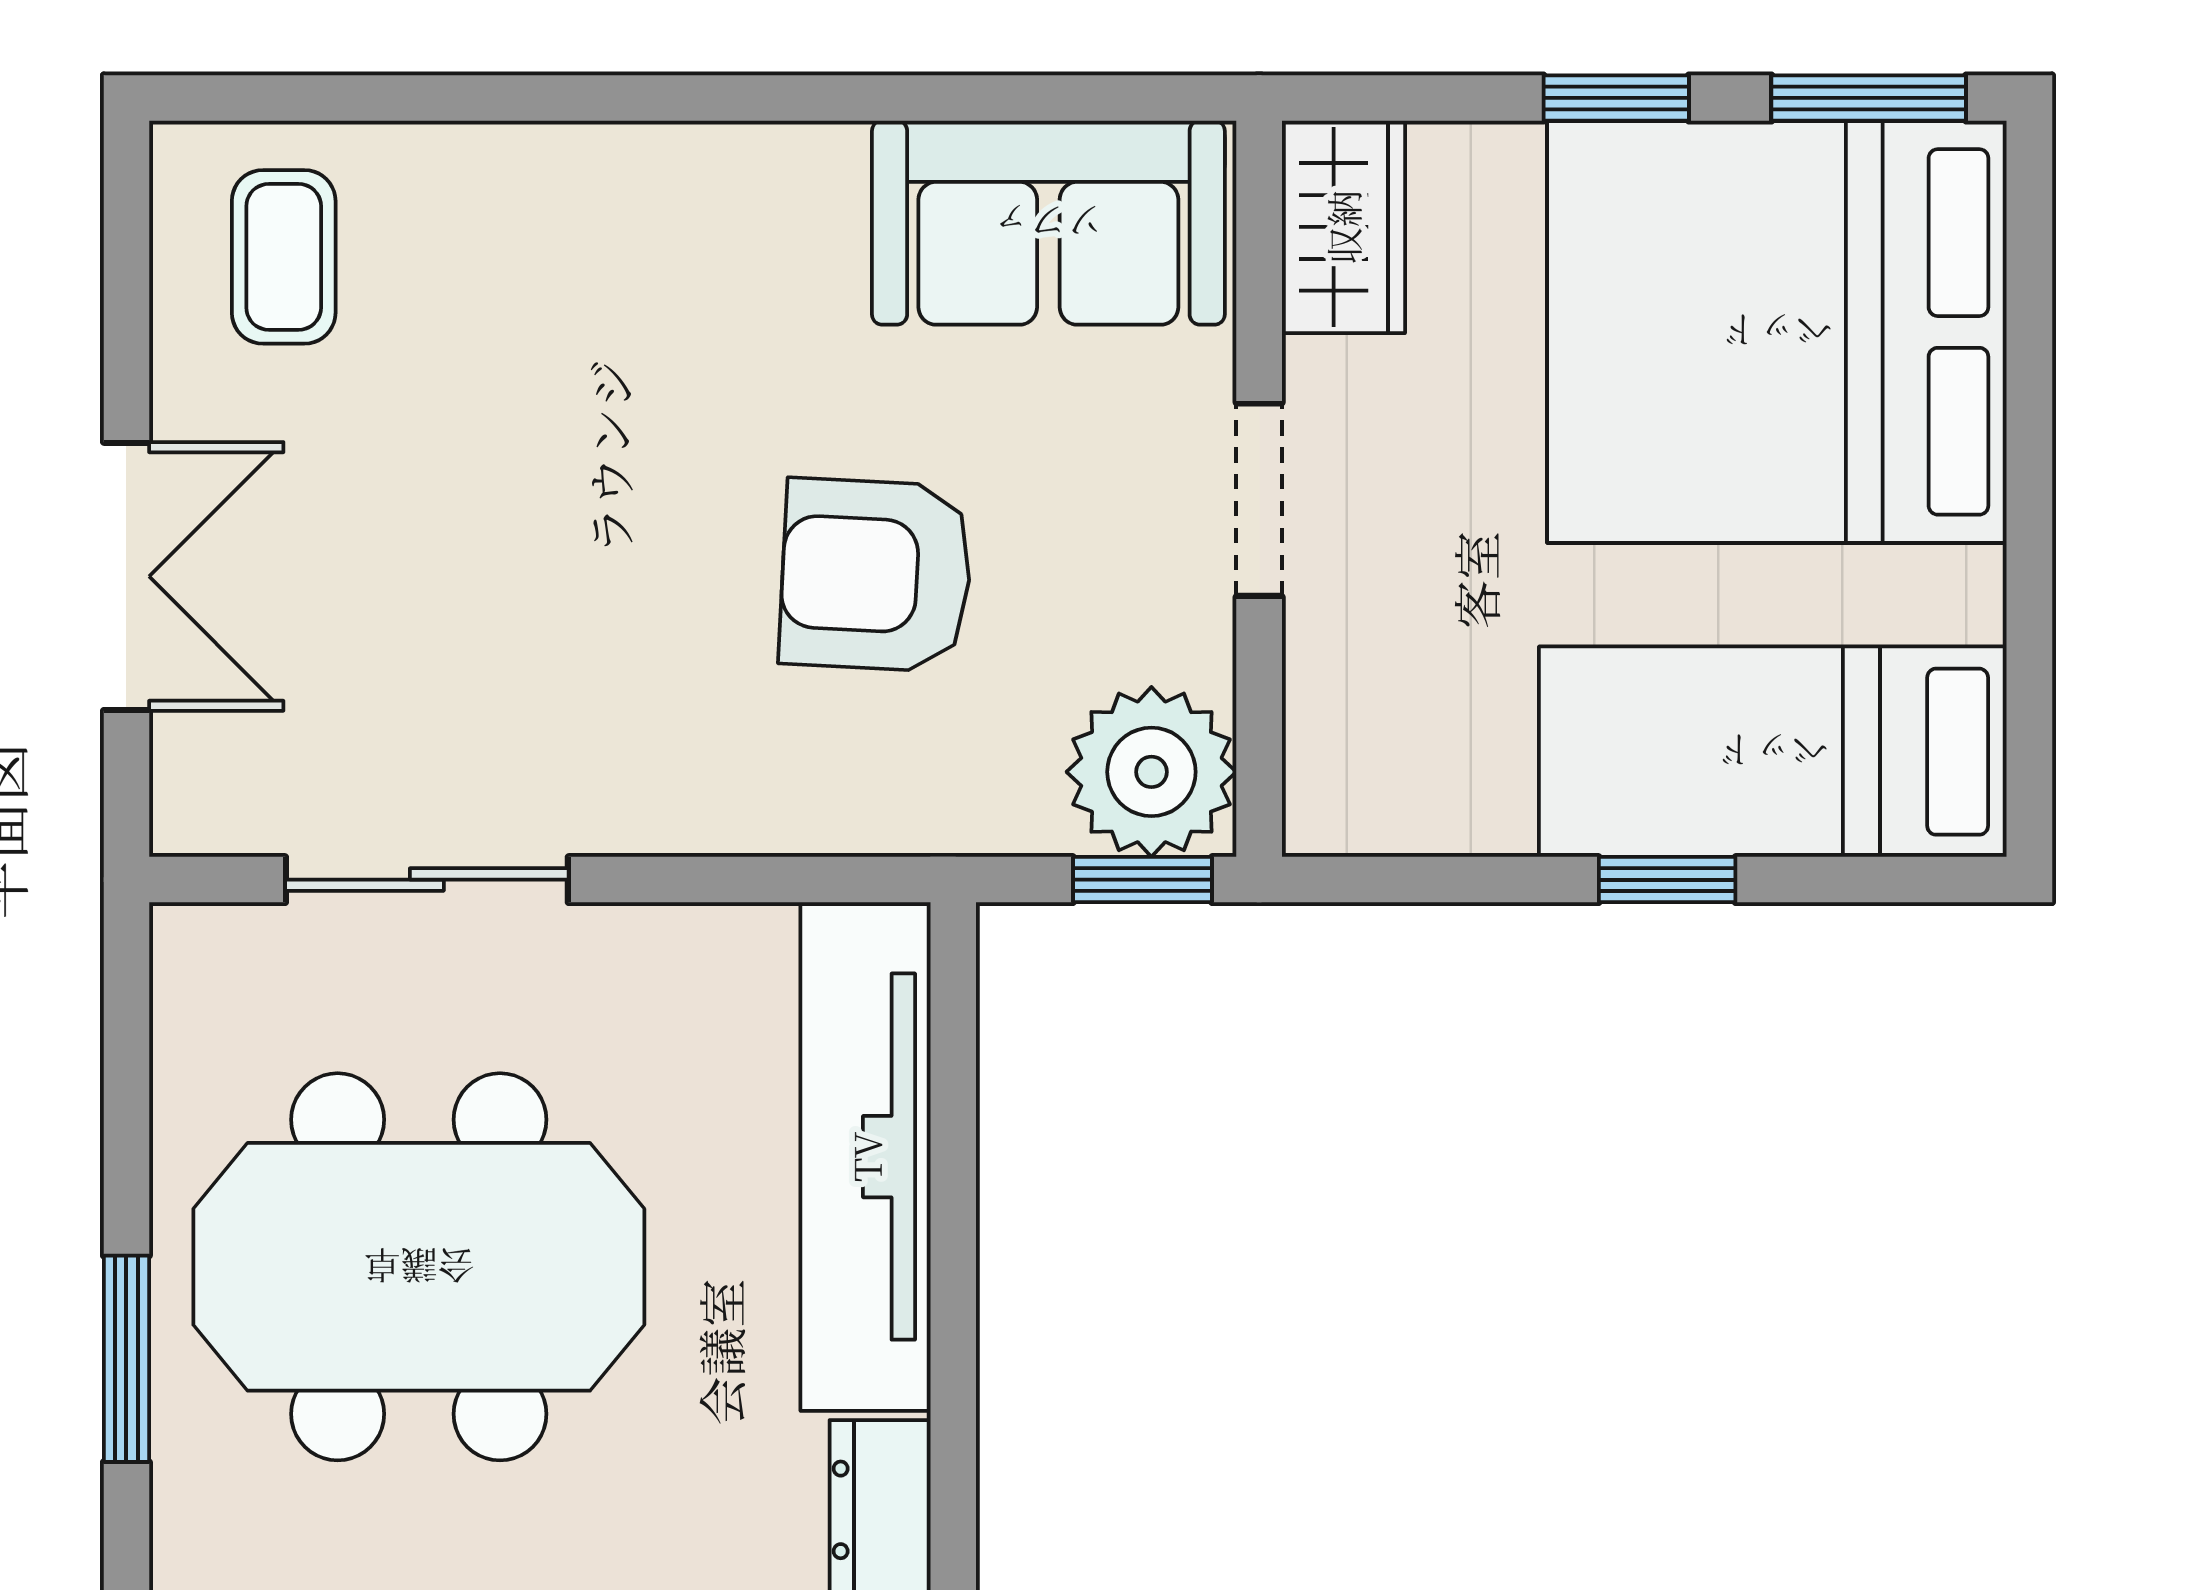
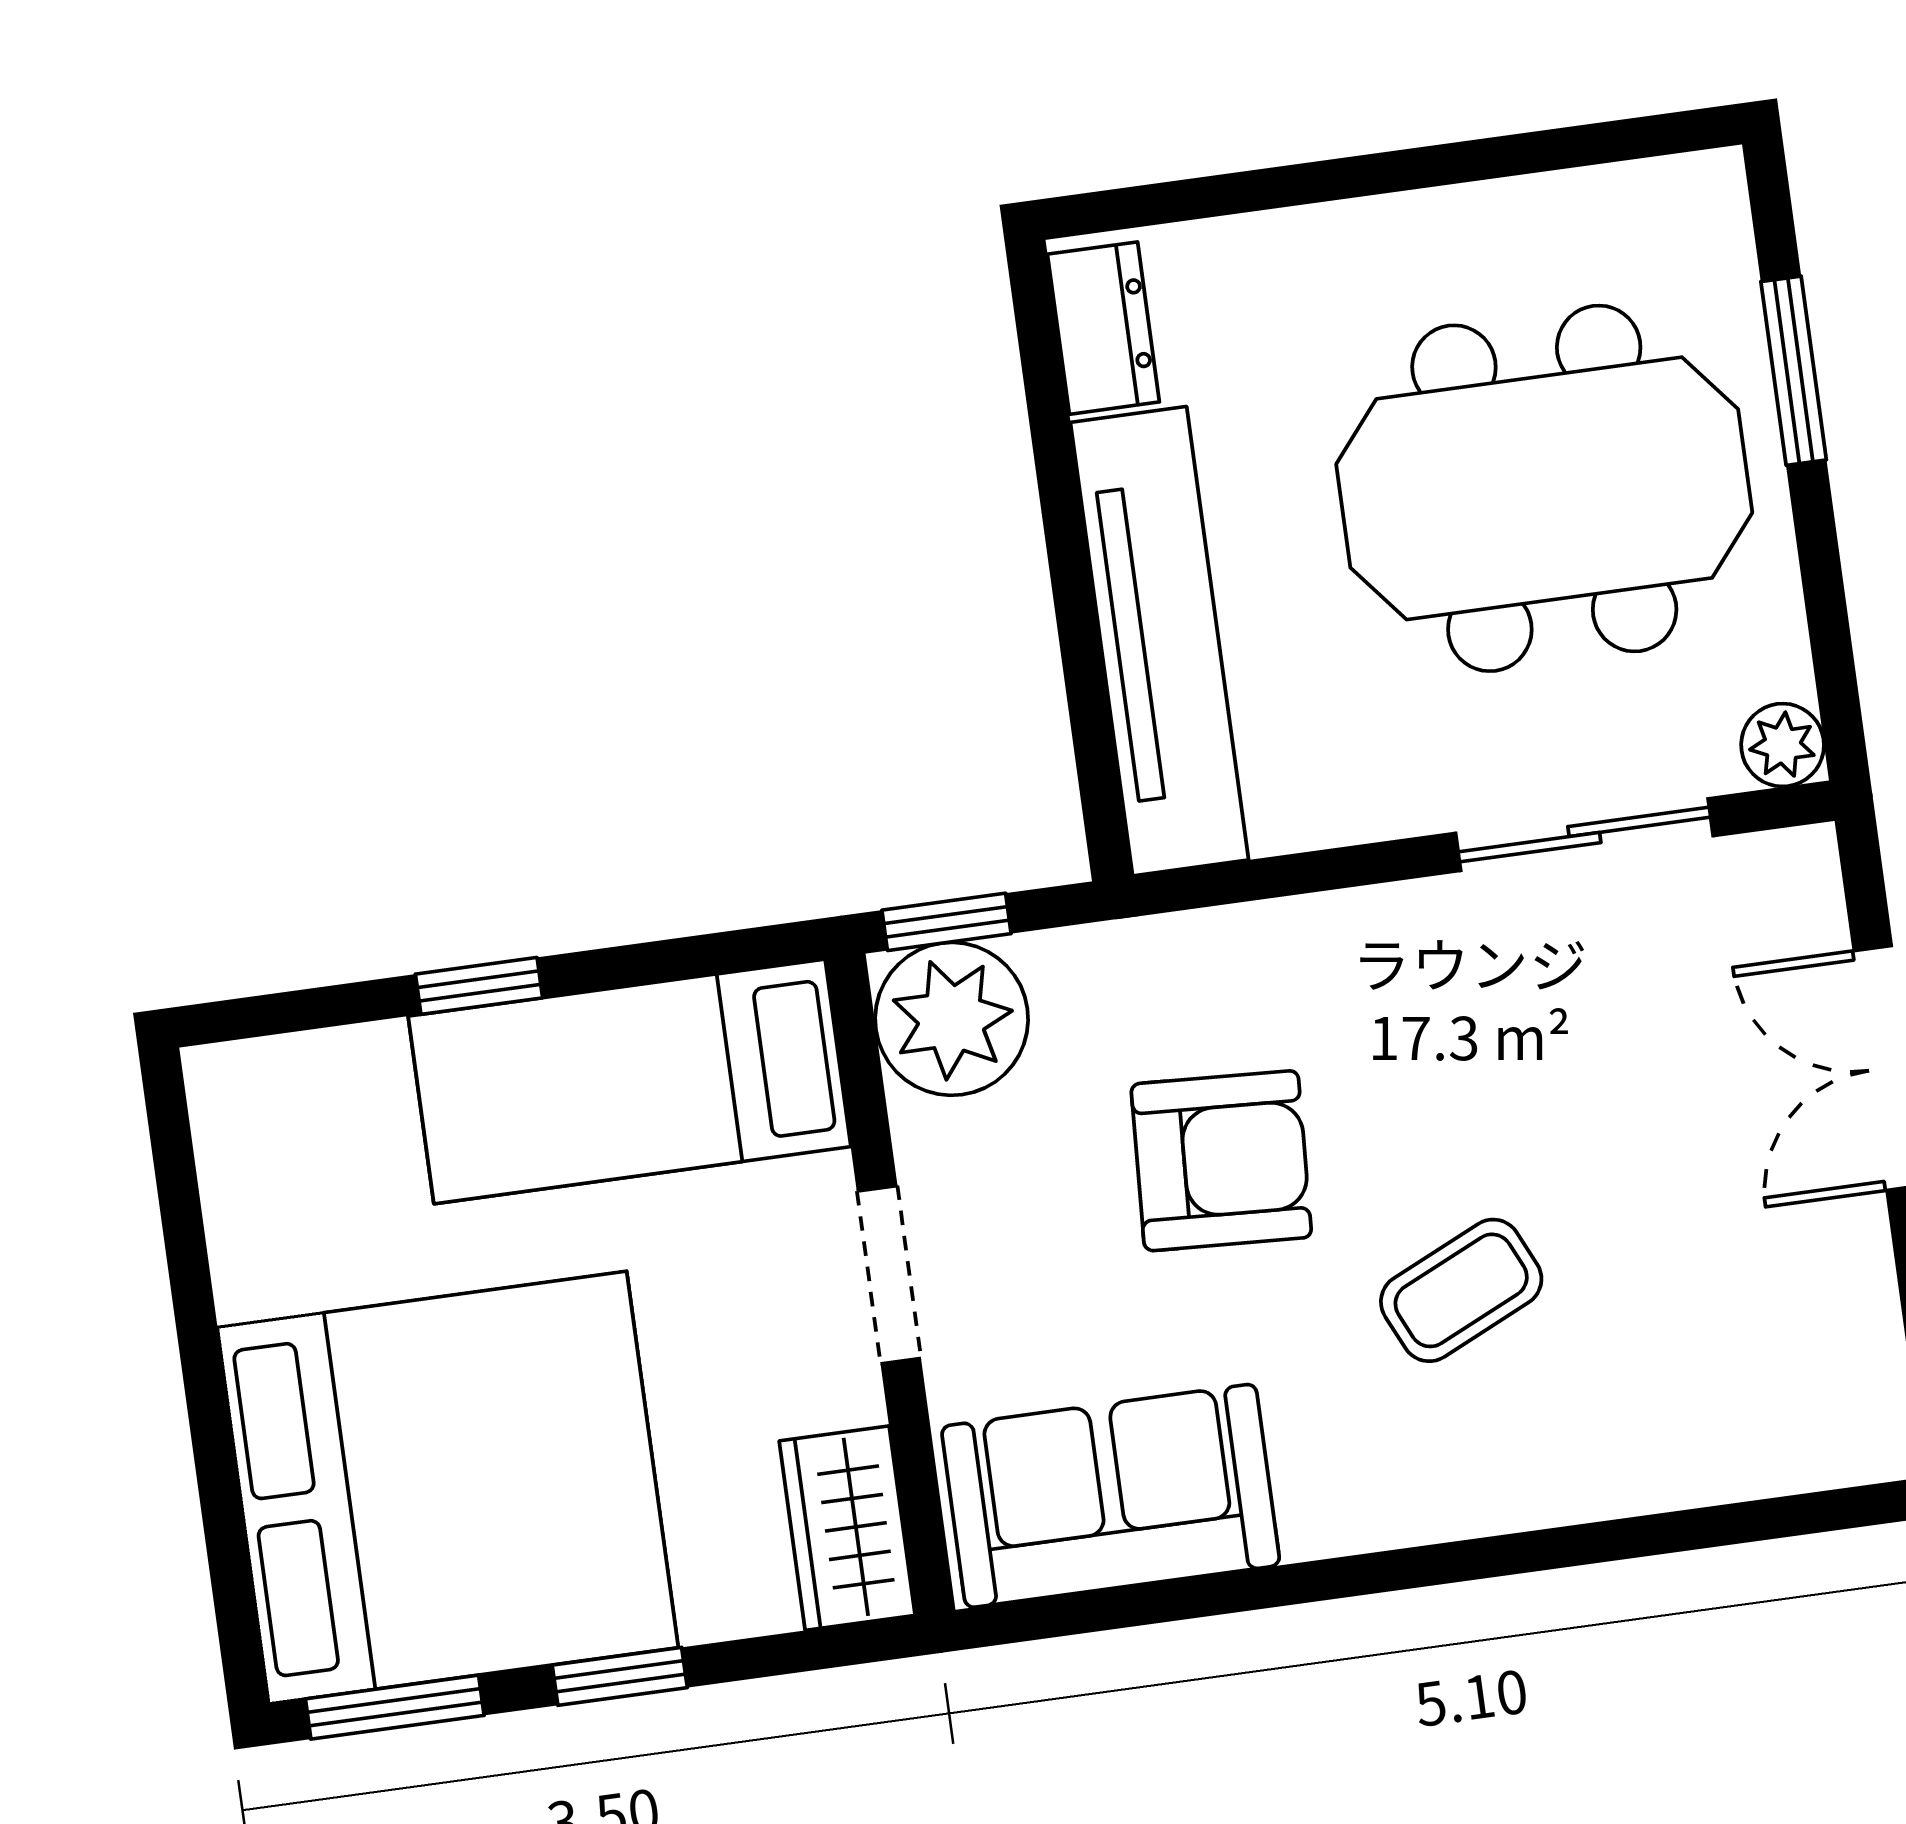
coffee table: (284, 257) -> (1461, 1290), moved, turned 65
bed: (1773, 752) -> (630, 1081), moved, turned 180
plant: (195, 948) -> (1783, 745), added

